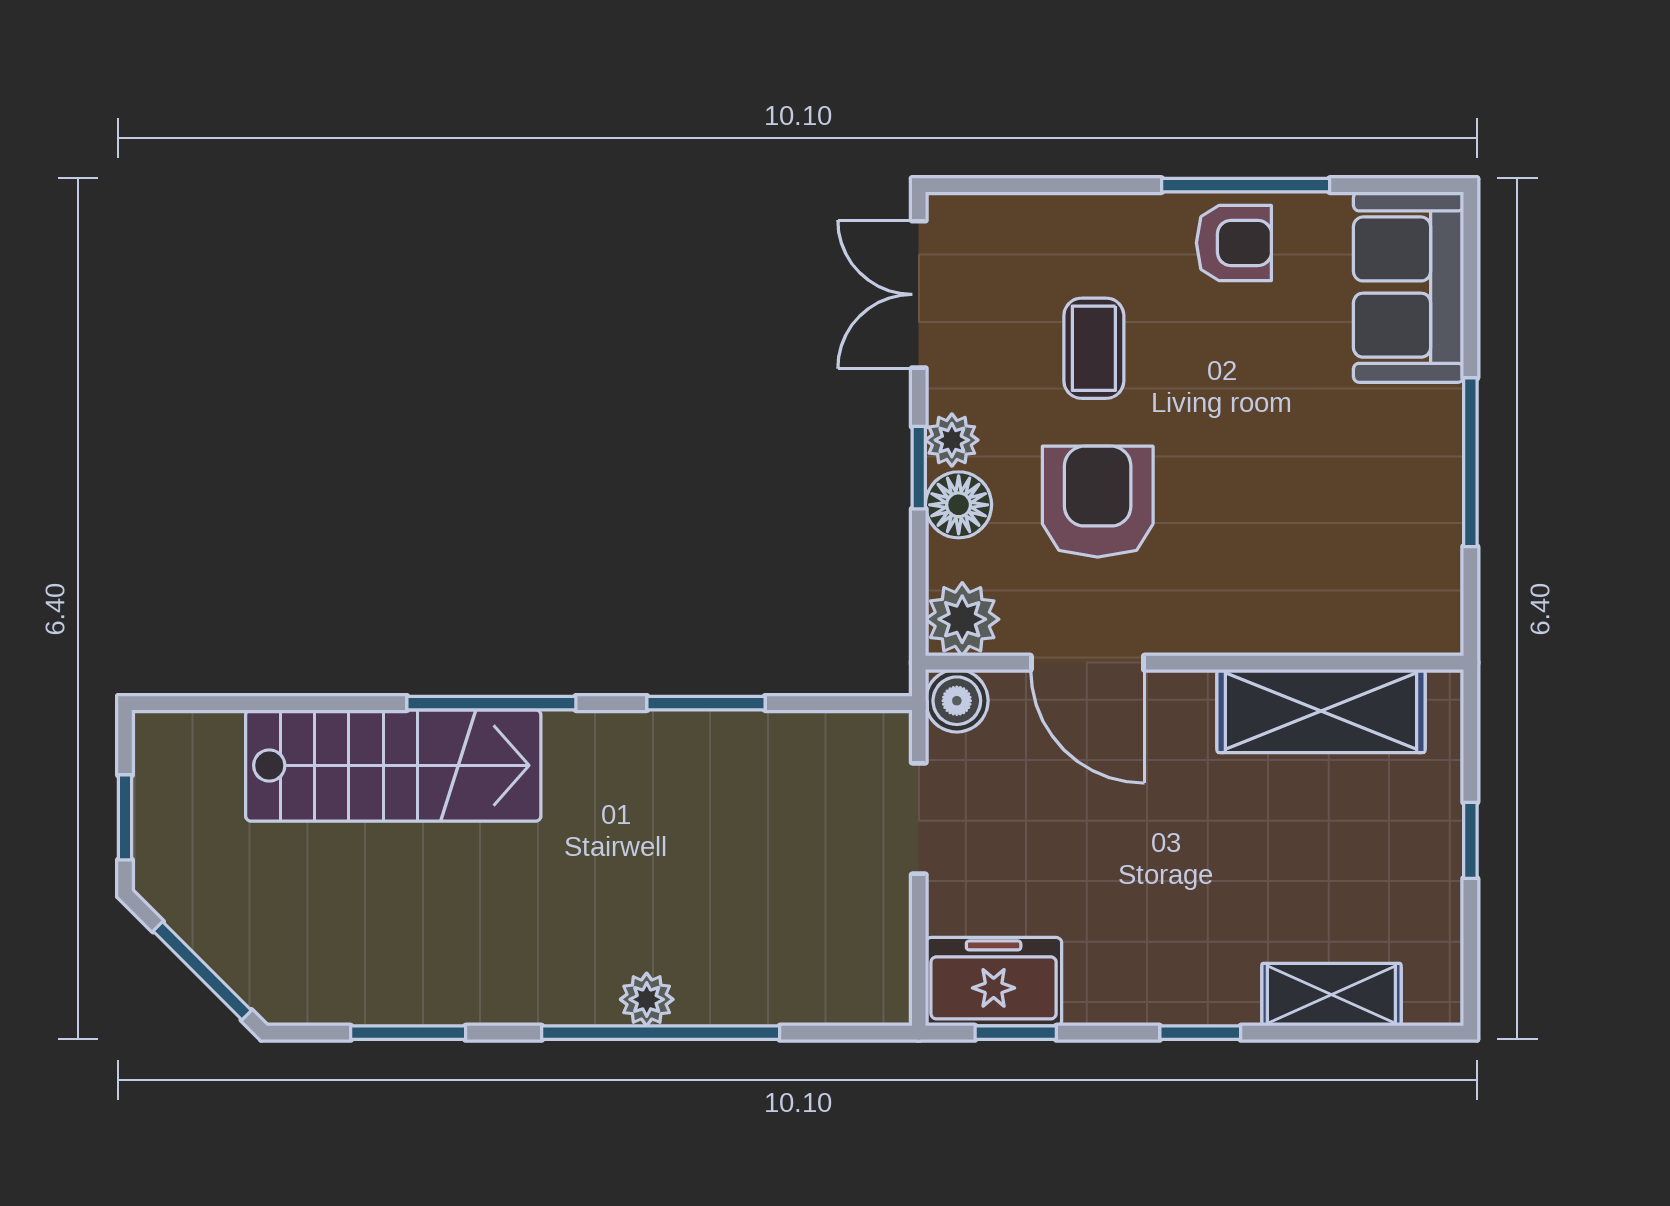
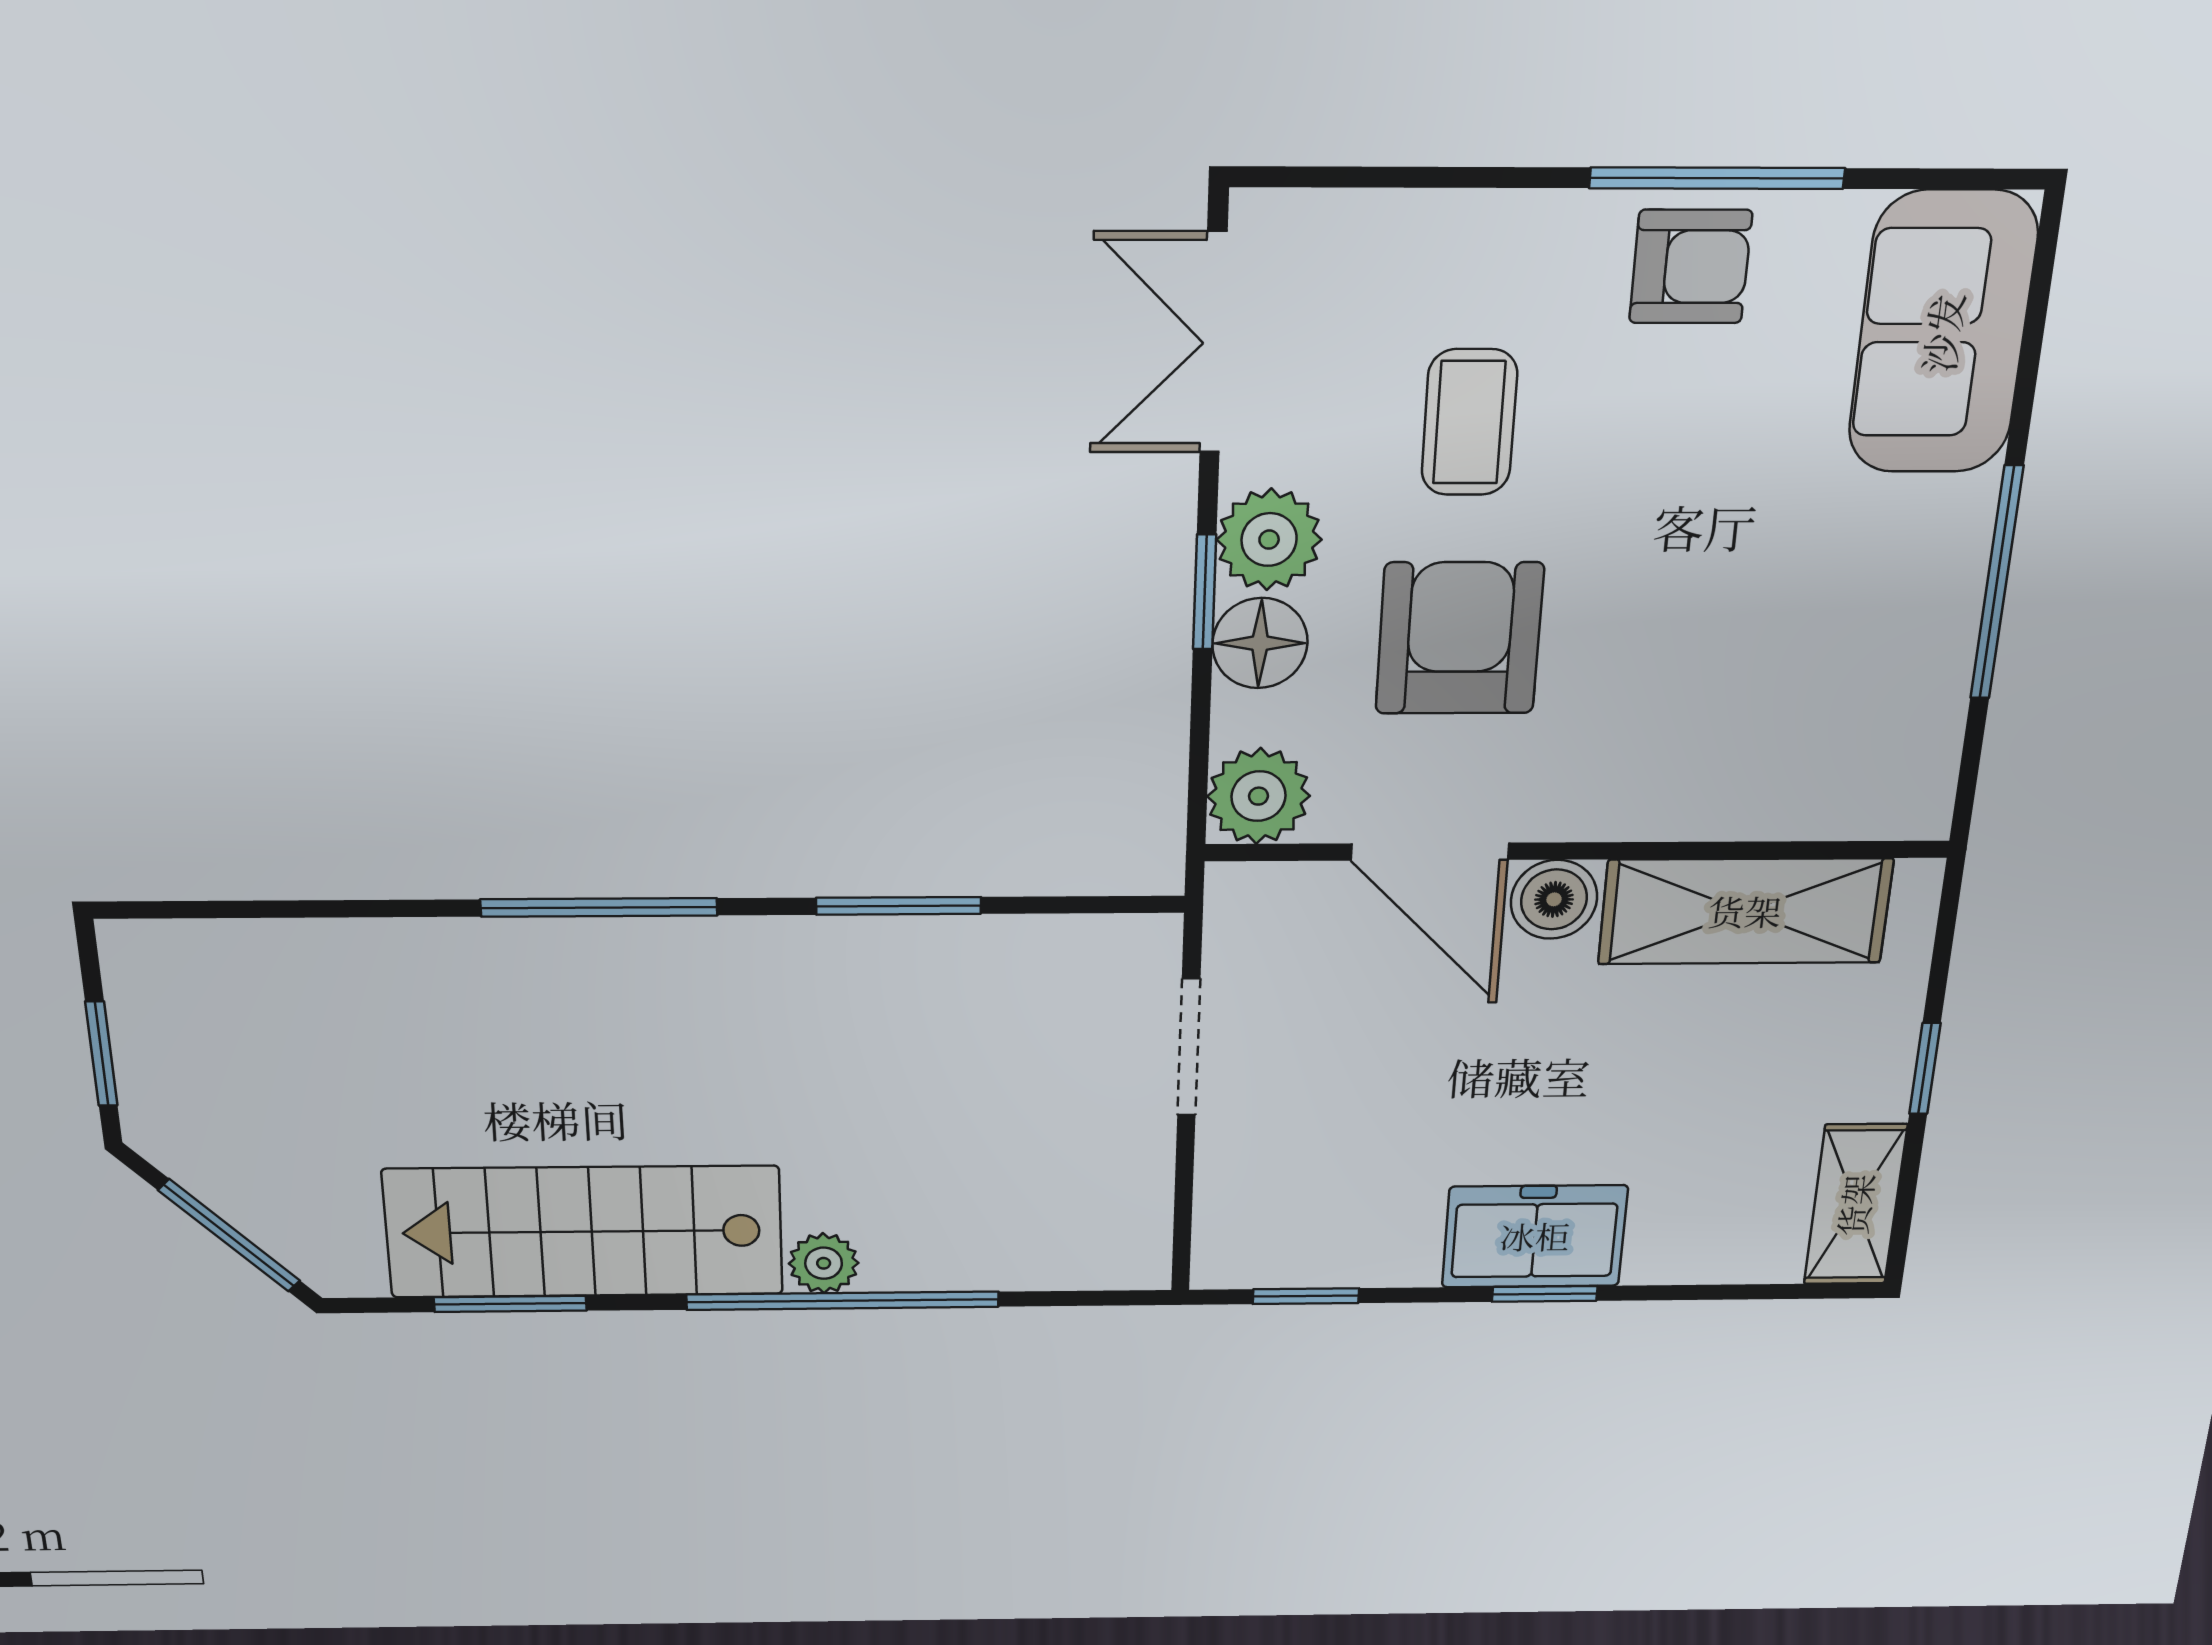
plant: (952, 440) -> (1269, 540), width x1.38, depth x1.38
boiler: (957, 701) -> (1554, 899), moved
stairs: (393, 765) -> (584, 1232), moved, turned 180
freezer: (994, 982) -> (1535, 1236), moved
shelving: (1331, 995) -> (1855, 1205), moved, turned 90

